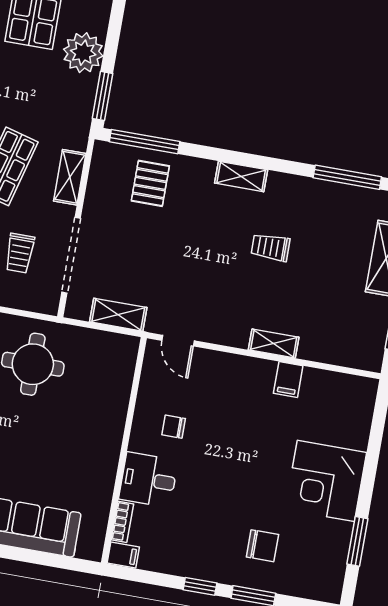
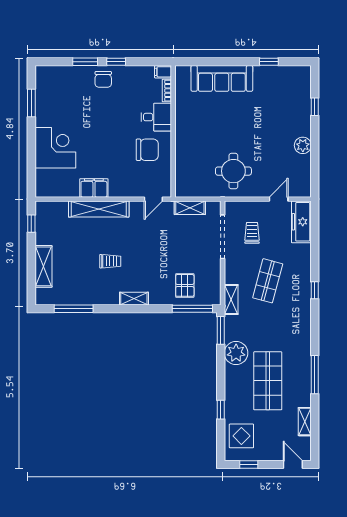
shelving: (70, 177) -> (231, 300), moved
door: (178, 341) -> (153, 199), swing flipped
shelving: (274, 344) -> (99, 209), width x2.20, depth x1.33
filing cabinet: (288, 380) -> (94, 188), width x2.00
chair: (174, 427) -> (147, 150), width x1.87, depth x1.87
corner desk: (326, 481) -> (55, 148), moved
chair: (262, 546) -> (103, 79), moved, turned -90

